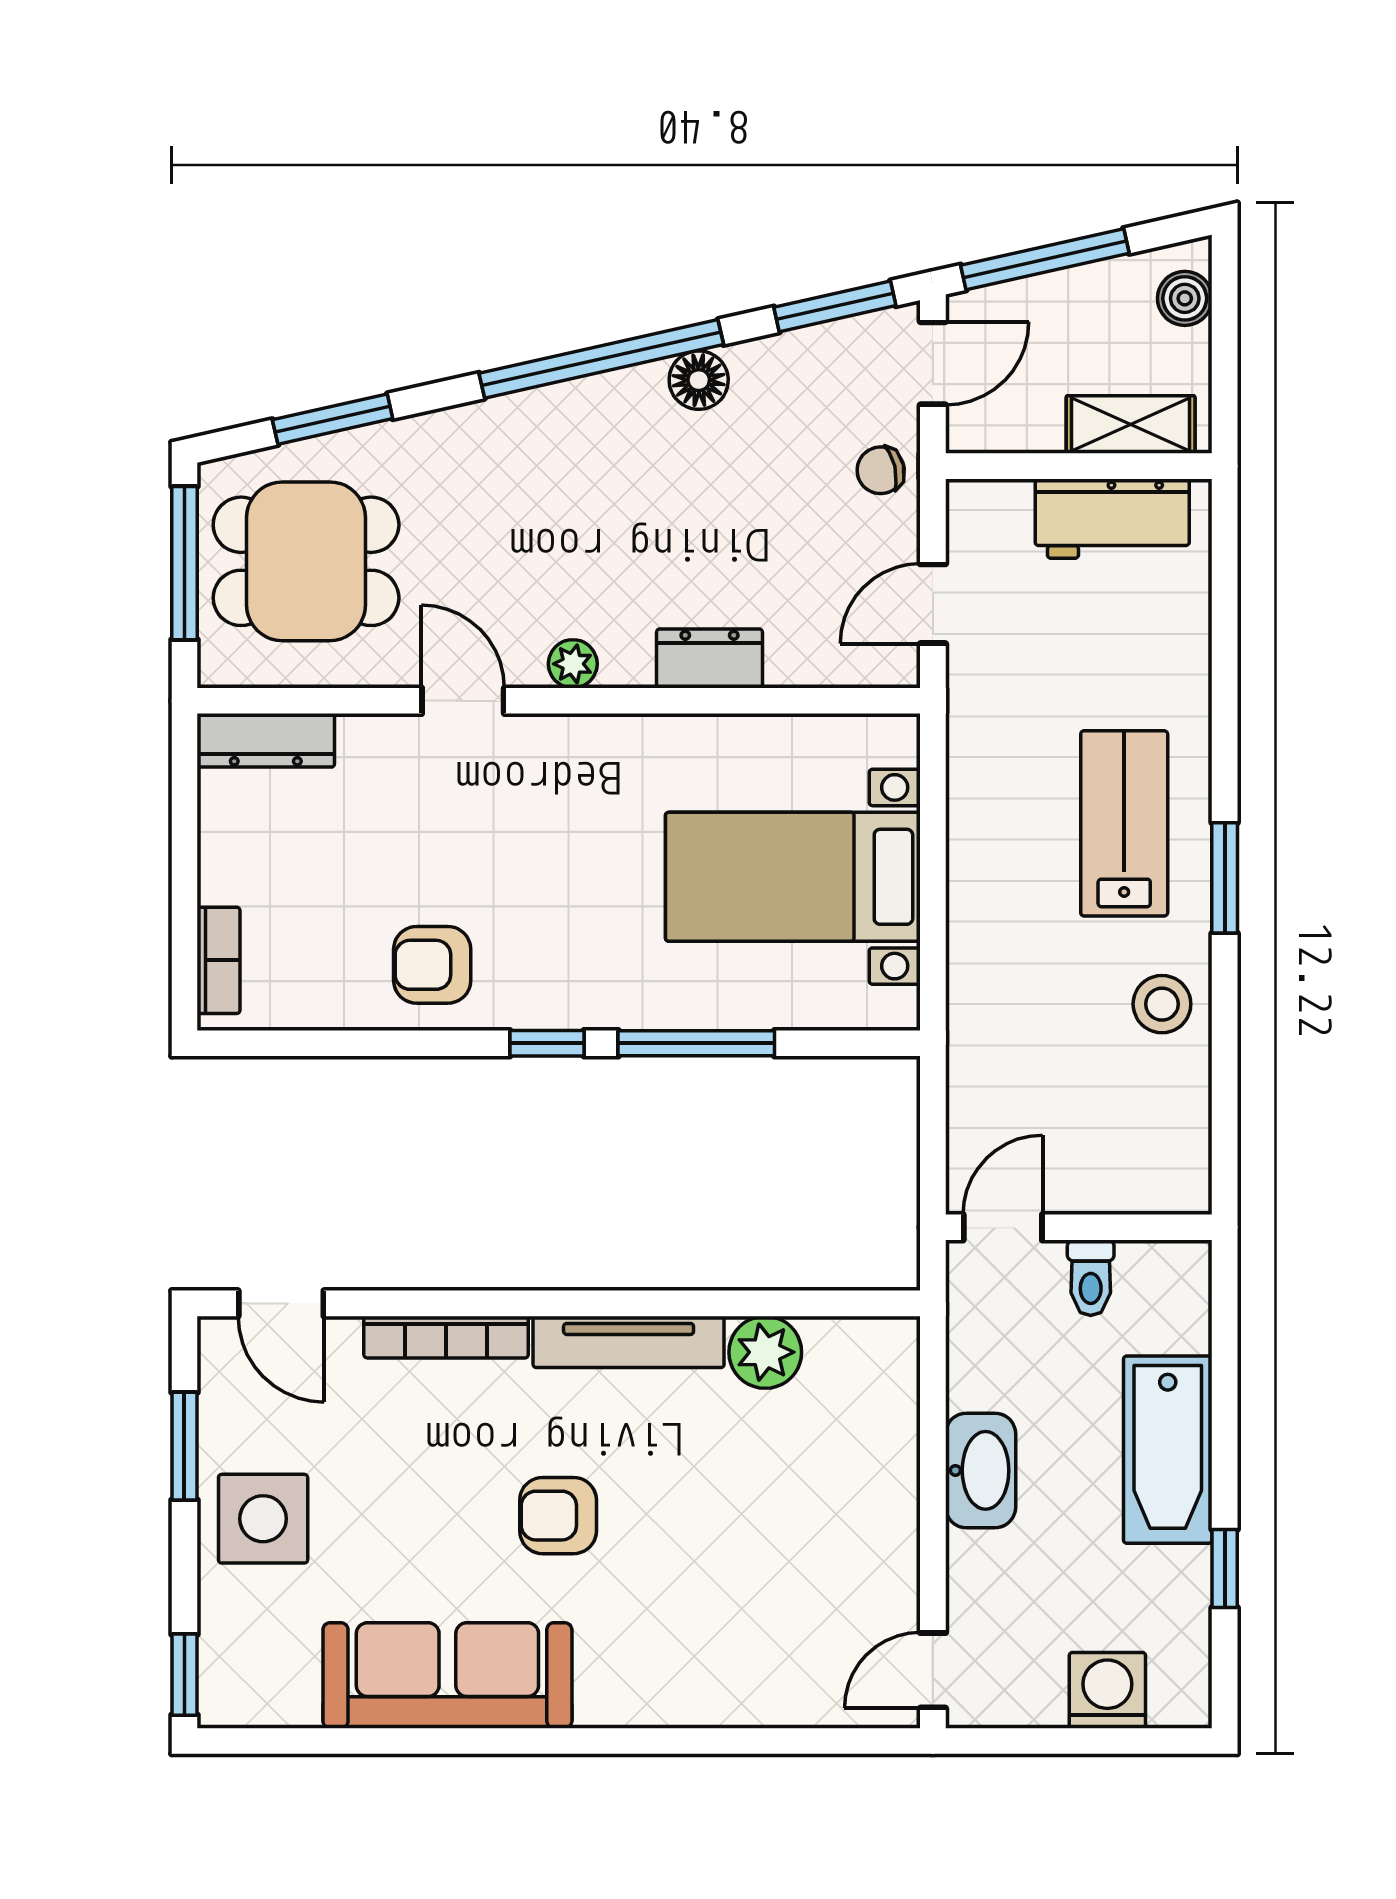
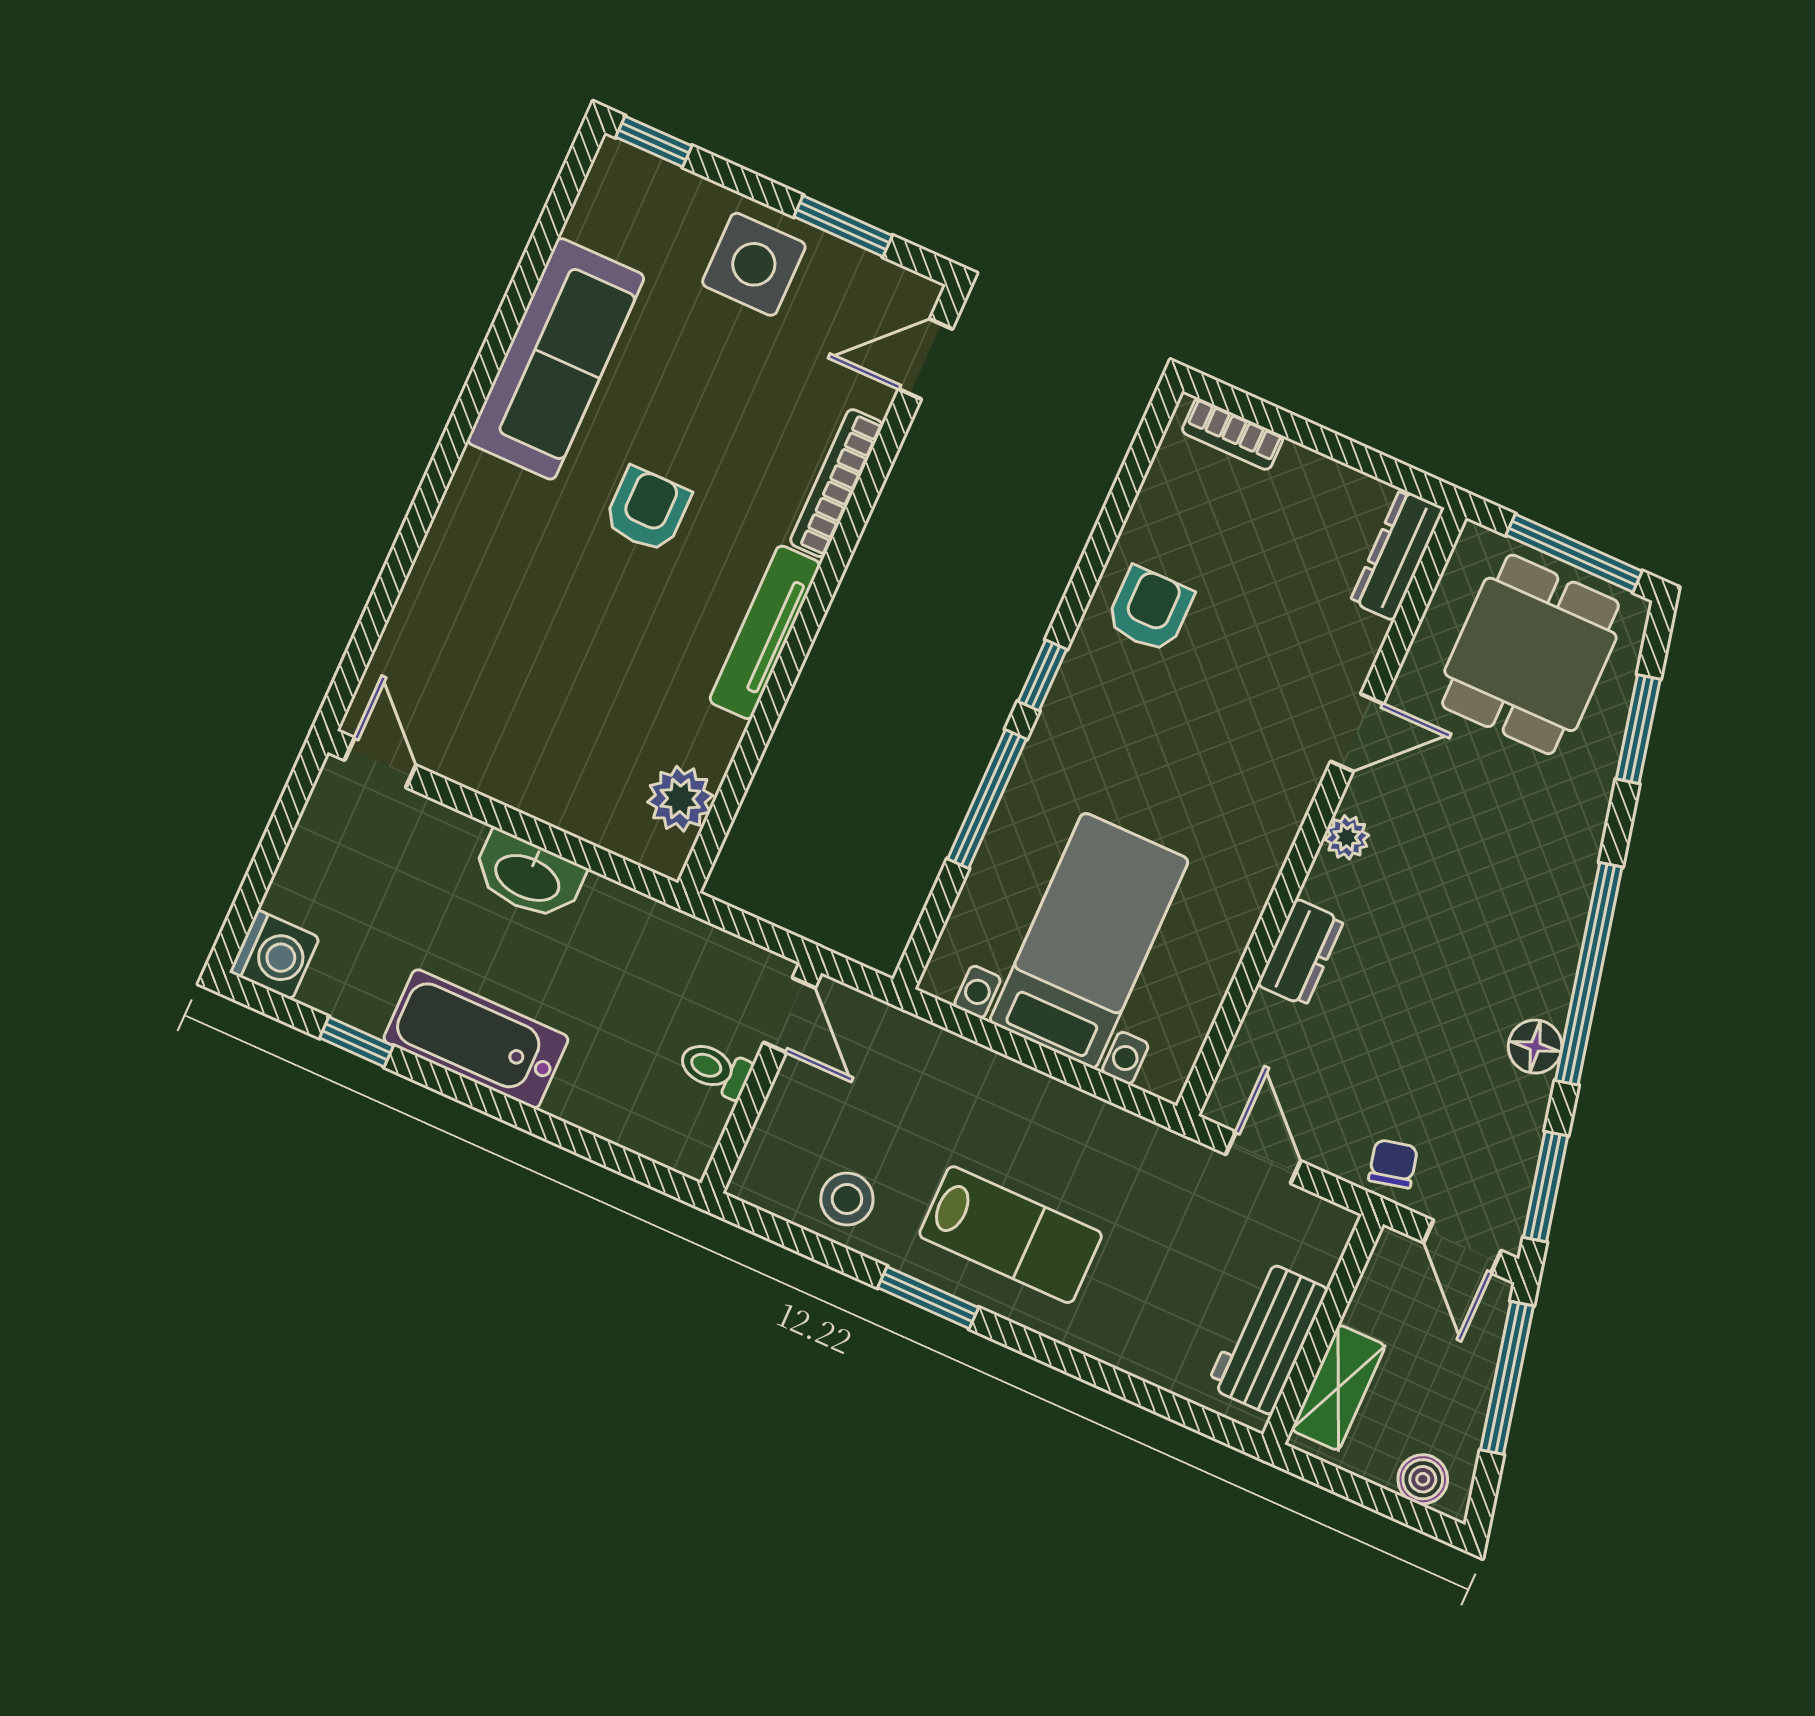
door: (1003, 1227) -> (789, 1015), moved
wall: (1079, 1227) -> (761, 1078), moved
toilet: (1091, 1278) -> (715, 1069), moved
plant: (765, 1352) -> (680, 799), moved
washing machine: (1107, 1690) -> (275, 955), moved

